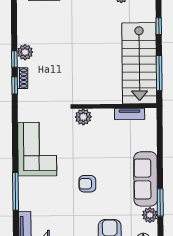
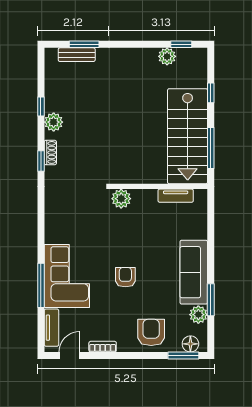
window: (14, 59) -> (41, 106), moved
corner sofa: (37, 149) -> (67, 276), moved
armchair: (87, 184) -> (125, 277), turned 90

